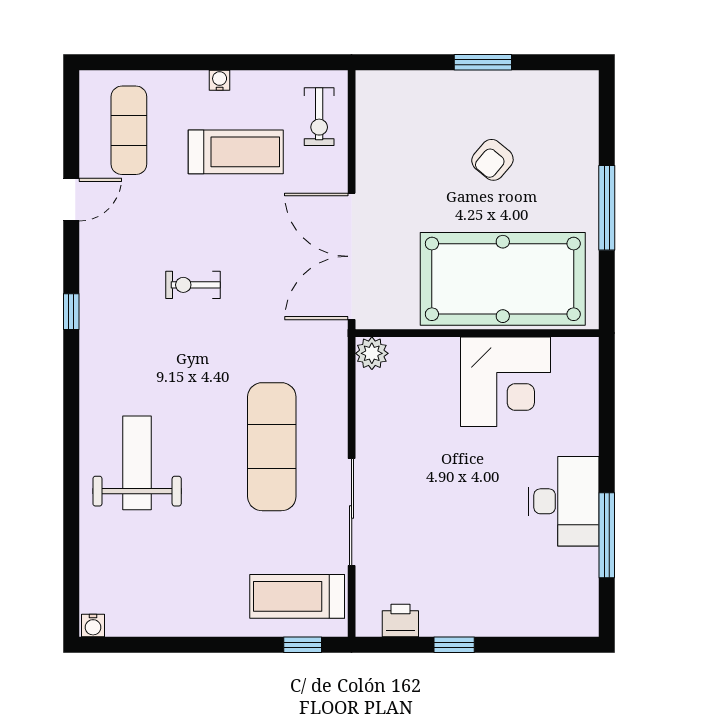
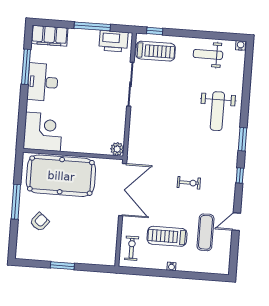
exercise mat: (129, 130) -> (205, 232), moved
armchair: (492, 160) -> (40, 222), moved
corner desk: (506, 382) -> (43, 132), moved, turned 90
window: (71, 399) -> (243, 139), added
exercise mat: (272, 447) -> (161, 114), removed
weight bench: (170, 598) -> (208, 54), added
filing cabinet: (556, 614) -> (49, 36), added
printer: (400, 620) -> (113, 41), width x1.87, depth x1.48
window: (454, 645) -> (92, 26), width x2.17

